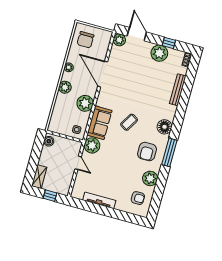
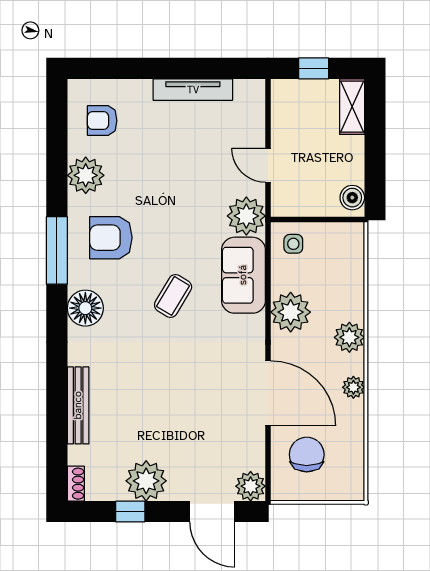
chair: (85, 40) -> (307, 455), moved
armchair: (147, 152) -> (111, 238), turned -90

